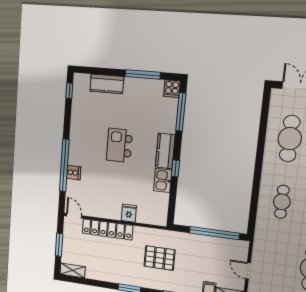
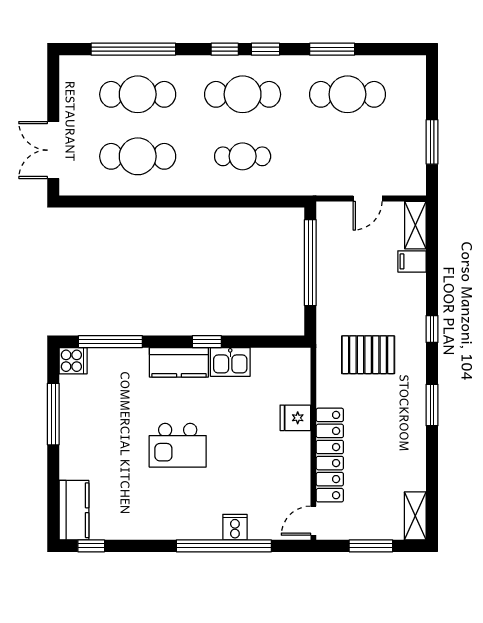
kitchen counter: (107, 84) -> (74, 510), moved
pallet: (160, 258) -> (368, 355), turned 90

